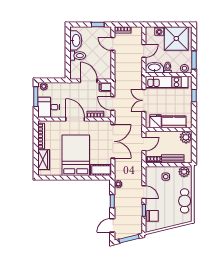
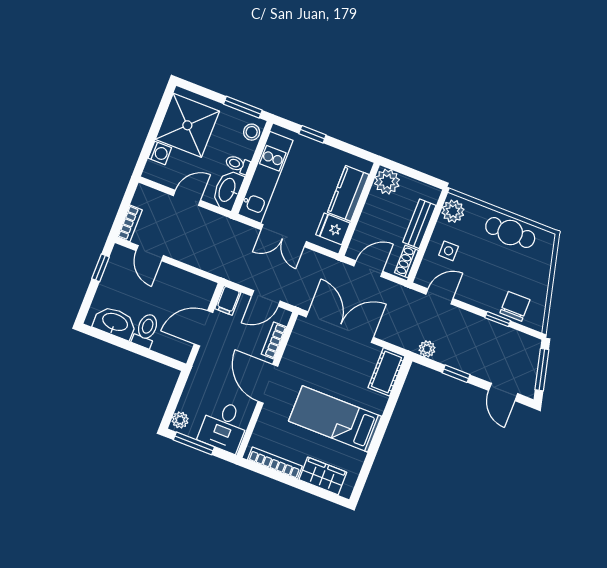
door: (113, 44) -> (150, 253), hinge flipped
door: (144, 51) -> (187, 198), hinge flipped
door: (75, 119) -> (268, 384), hinge flipped
door: (144, 144) -> (368, 269), hinge flipped
bed: (76, 155) -> (335, 419), width x0.67
door: (144, 192) -> (439, 296), moved

